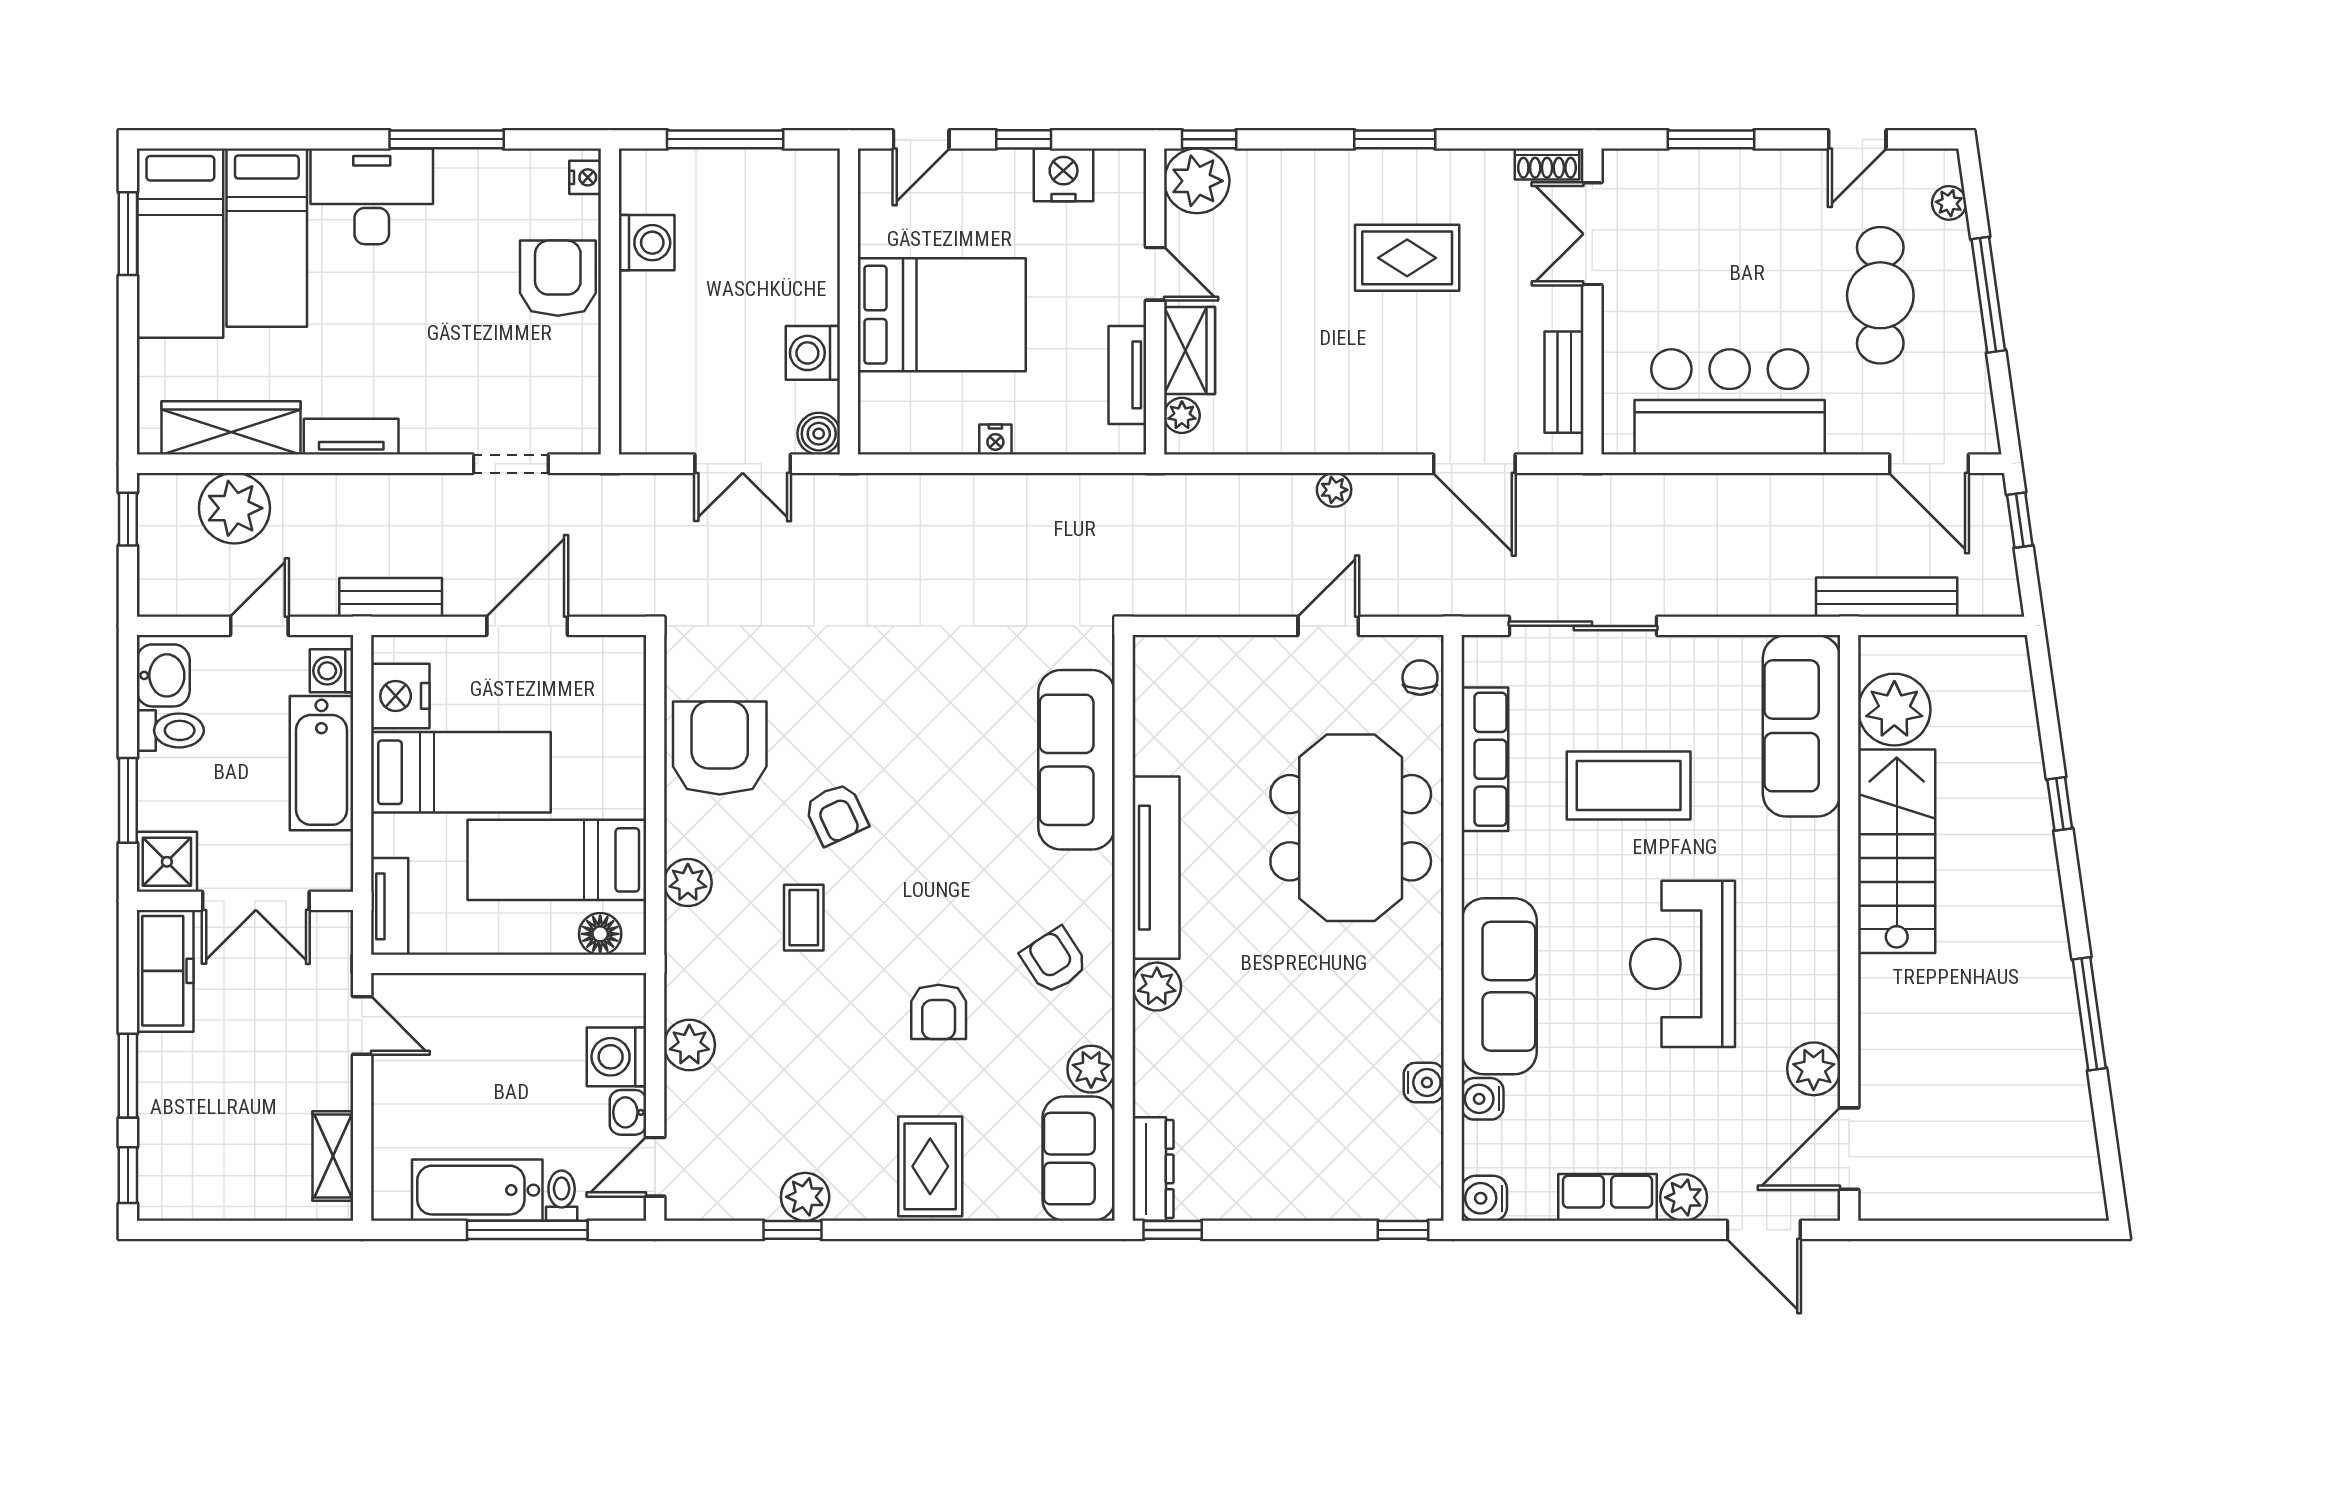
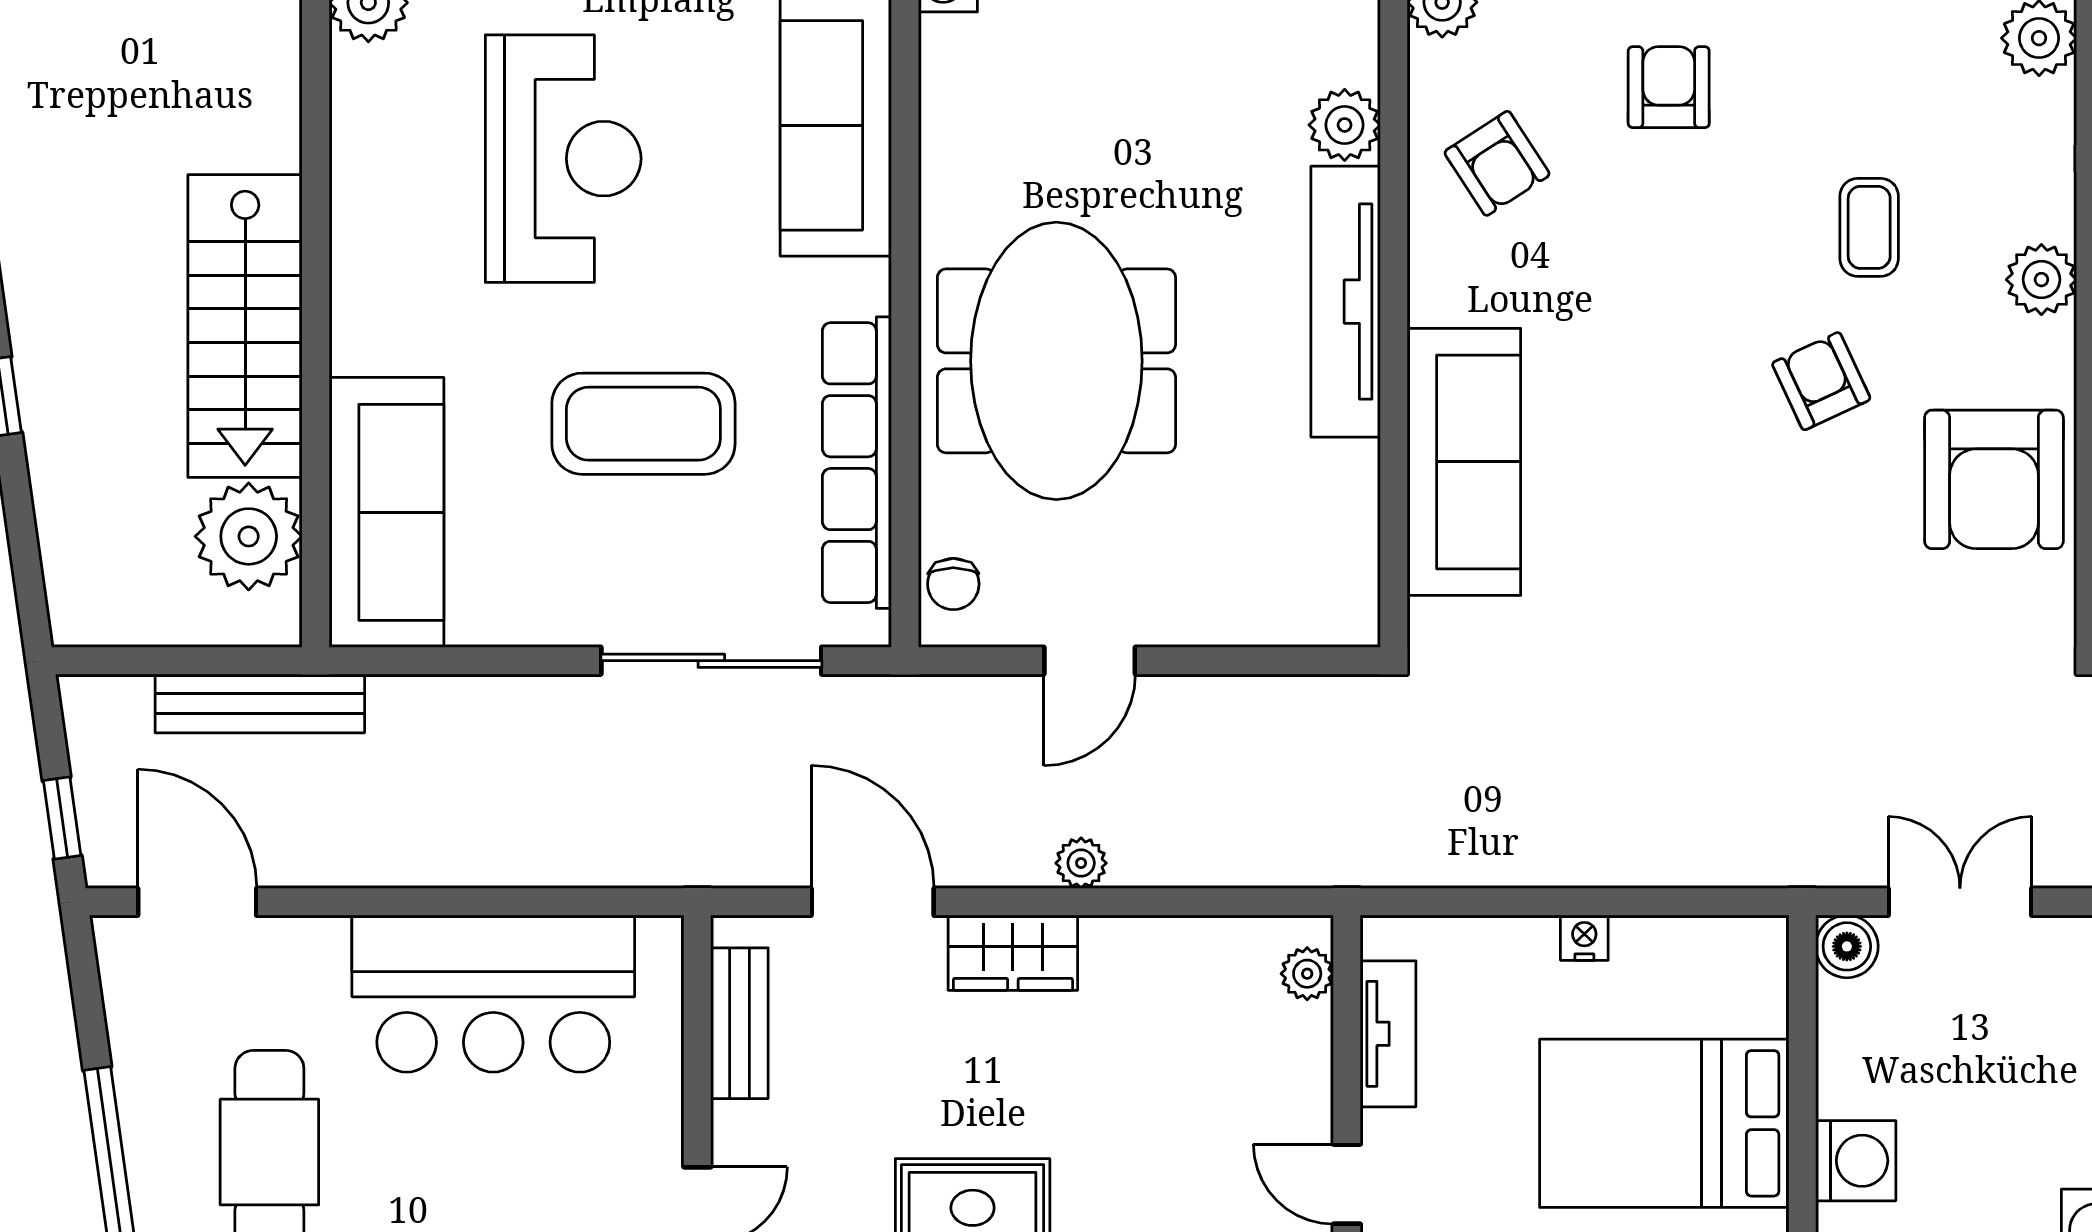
wardrobe: (1190, 350) -> (1013, 953), moved, turned -90
washing machine: (813, 353) -> (1856, 1161), moved
row of seats: (1485, 759) -> (857, 463), width x1.36

